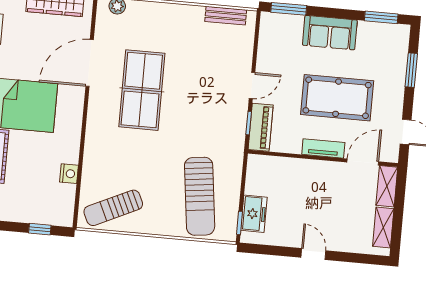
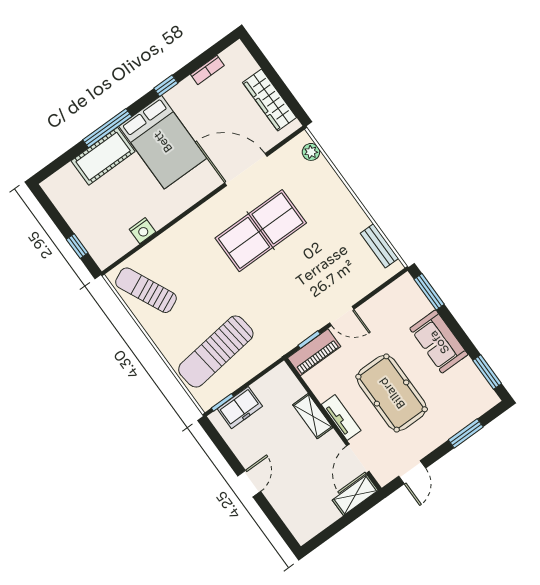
door: (363, 162) -> (358, 459), swing flipped
shelving: (383, 228) -> (313, 416), moved, turned 90

